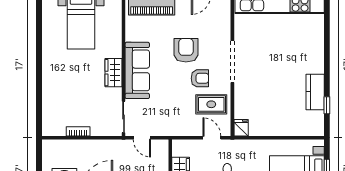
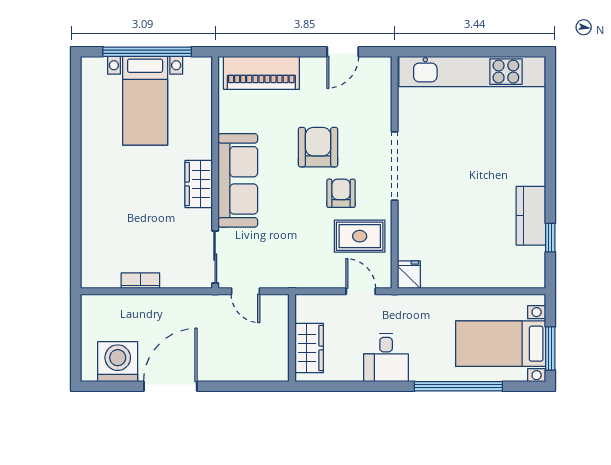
armchair: (200, 78) -> (341, 193), turned -90

